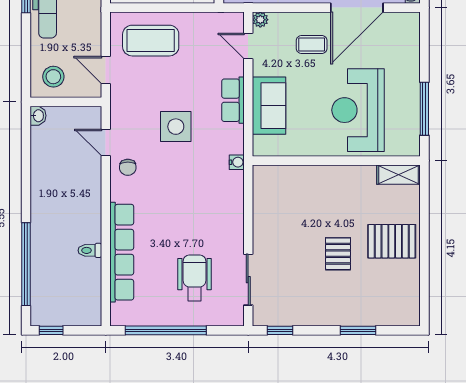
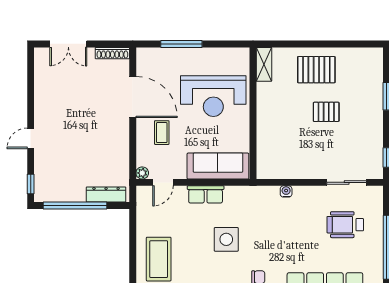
sofa: (269, 106) -> (218, 166), width x1.36
window: (424, 109) -> (181, 44), moved
water cooler: (237, 162) -> (286, 191), moved
pallet: (392, 241) -> (316, 70), turned 90

